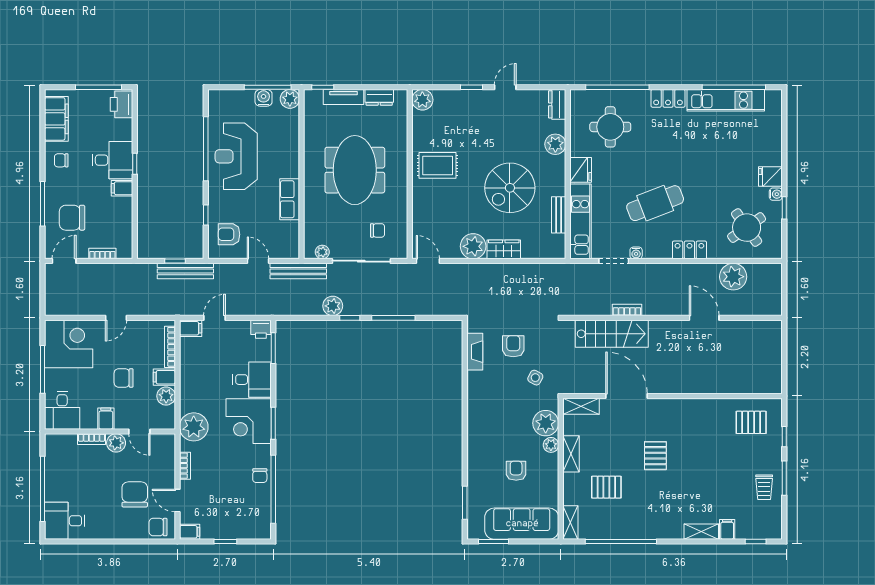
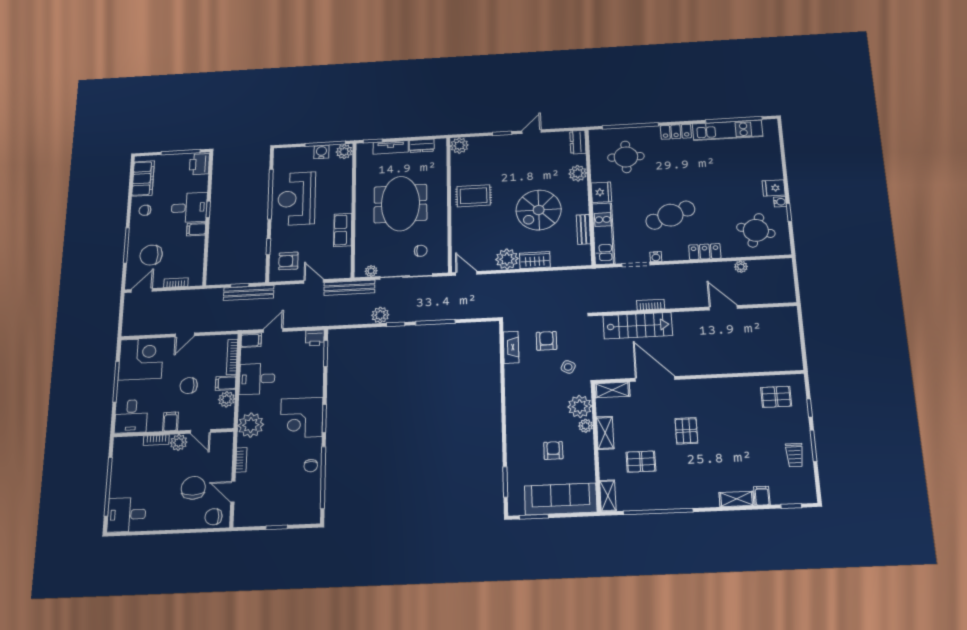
round table: (747, 228) -> (756, 230), turned -38
plant: (733, 277) -> (741, 267), width x0.53, depth x0.53
desk: (252, 380) -> (257, 379), moved, turned 180
filing cabinet: (190, 532) -> (243, 520), removed

